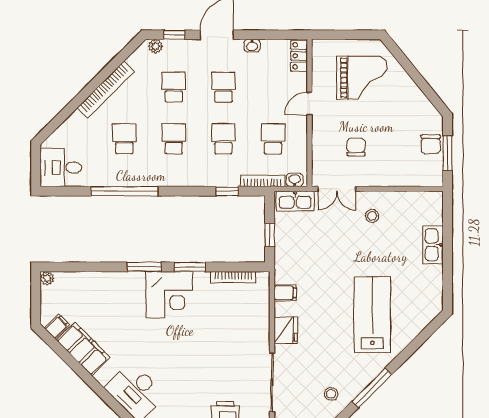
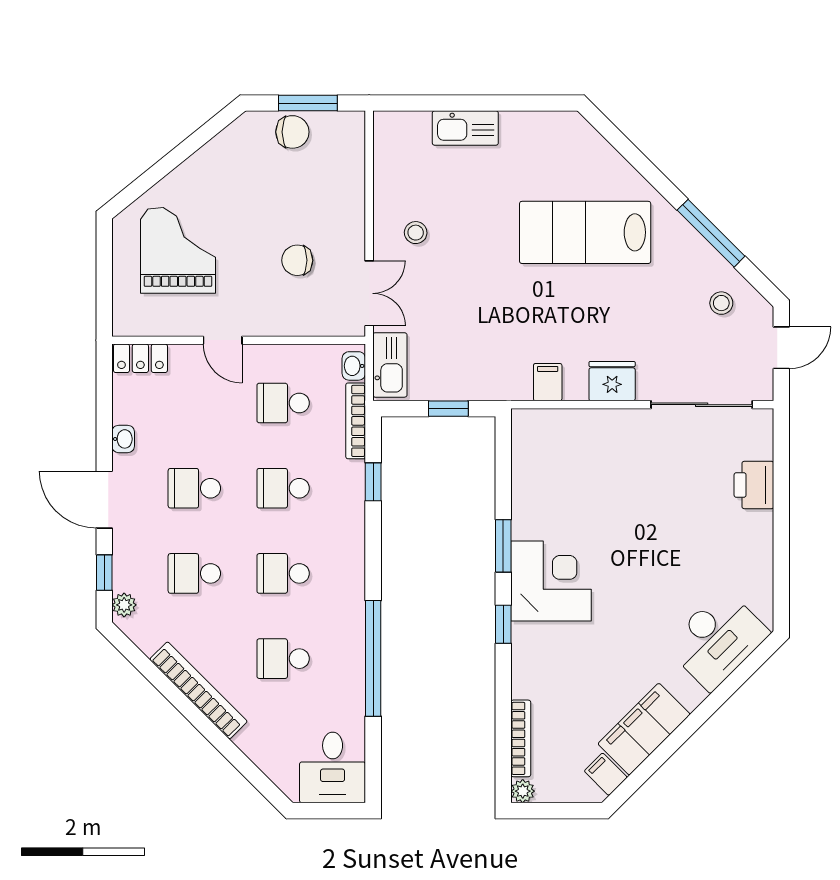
window: (144, 267) -> (503, 624), width x0.67
bookcase: (233, 277) -> (521, 738), moved

